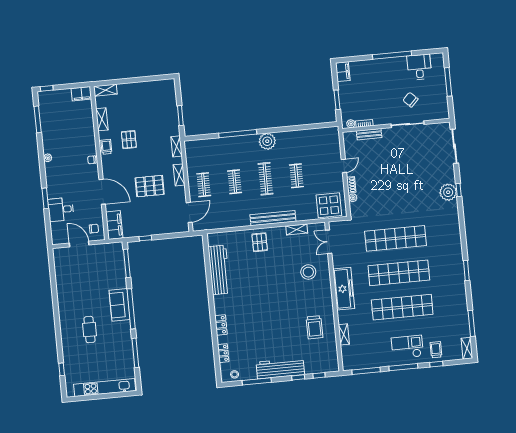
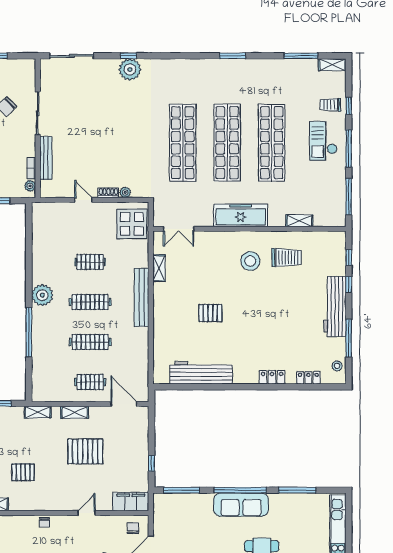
bench: (369, 134) -> (46, 158), width x1.36
trolley: (106, 147) -> (29, 502), removed
clothes rail: (235, 182) -> (90, 342), width x1.36
pallet: (150, 186) -> (85, 451), turned 90
door: (102, 192) -> (87, 513), width x0.53
pallet: (260, 242) -> (210, 313), moved
stool: (308, 272) -> (250, 261), moved
sofa: (120, 305) -> (241, 505), width x1.36

